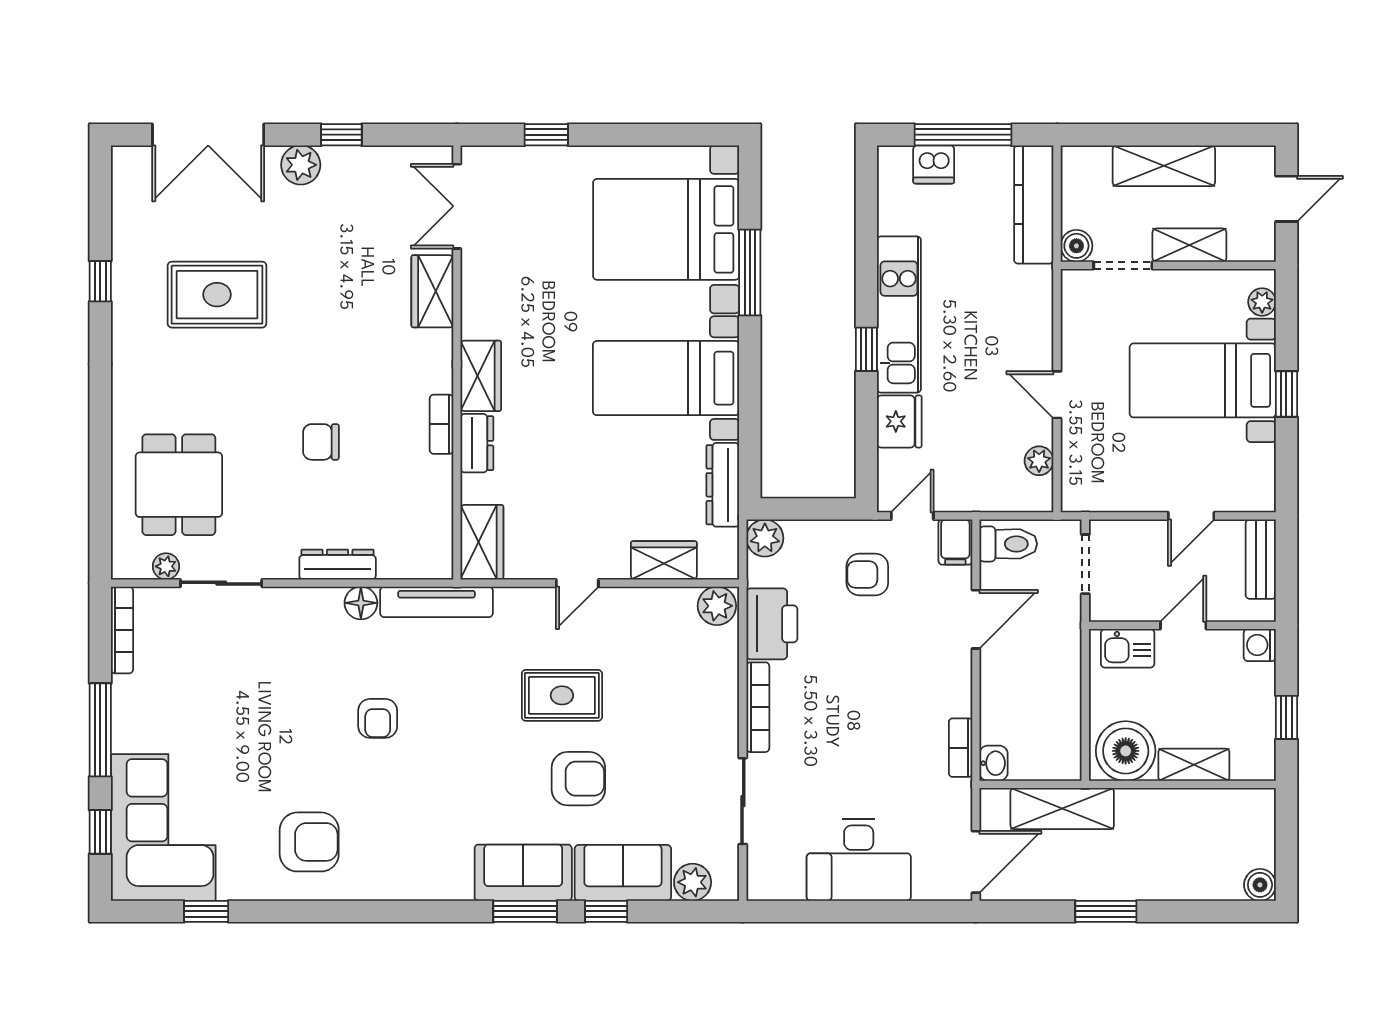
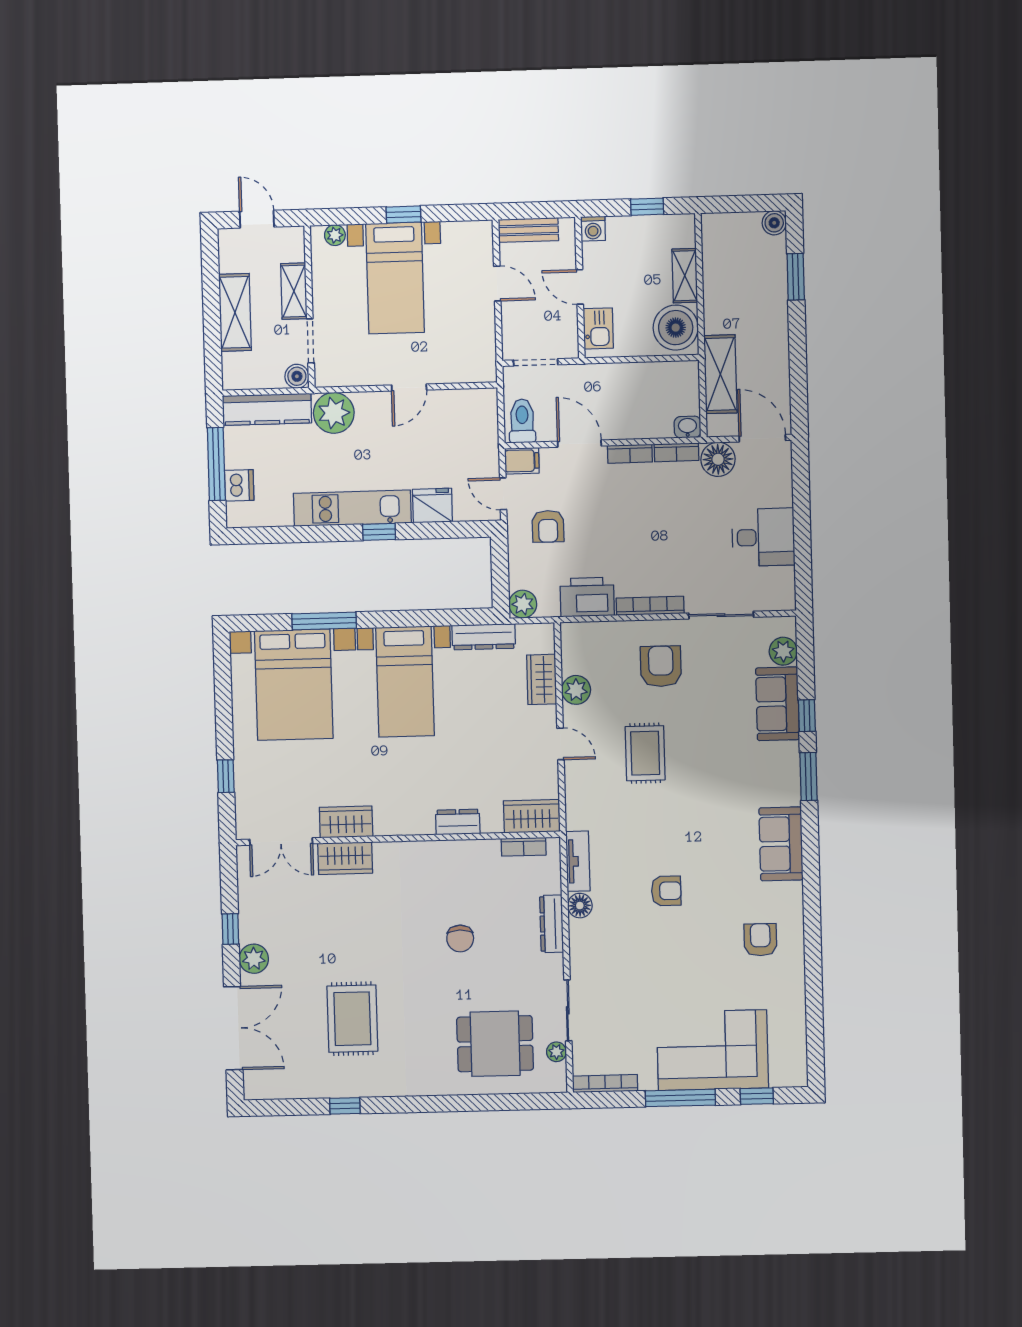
wardrobe: (481, 376) -> (346, 822), moved
bookcase: (441, 424) -> (524, 847), moved
plant: (1039, 461) -> (334, 413), moved, width x1.87, depth x1.87
tv unit: (437, 602) -> (578, 861), width x0.71
plant: (717, 606) -> (576, 690), moved
bookcase: (960, 686) -> (630, 454), added
armchair: (578, 779) -> (661, 666), moved
floor lamp: (950, 802) -> (718, 459), added
corner sofa: (163, 827) -> (712, 1050), moved
armchair: (309, 842) -> (760, 940), width x0.72, depth x0.72
desk: (859, 860) -> (763, 537), width x0.73
sofa: (523, 873) -> (781, 844), moved
window: (206, 911) -> (815, 1015), removed
window: (1106, 911) -> (796, 277), moved

